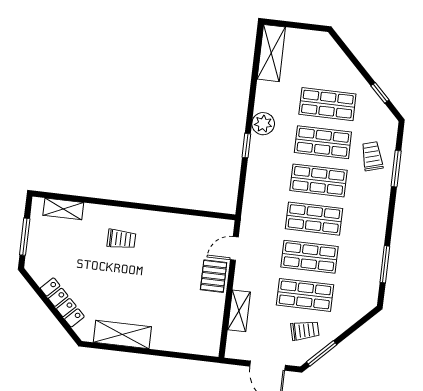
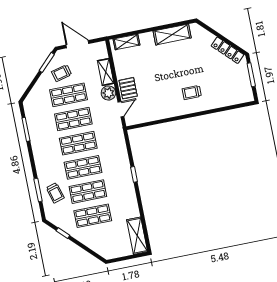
plant: (263, 124) -> (108, 93), moved
shelving: (63, 209) -> (126, 42), moved
locker: (62, 302) -> (227, 50), moved

